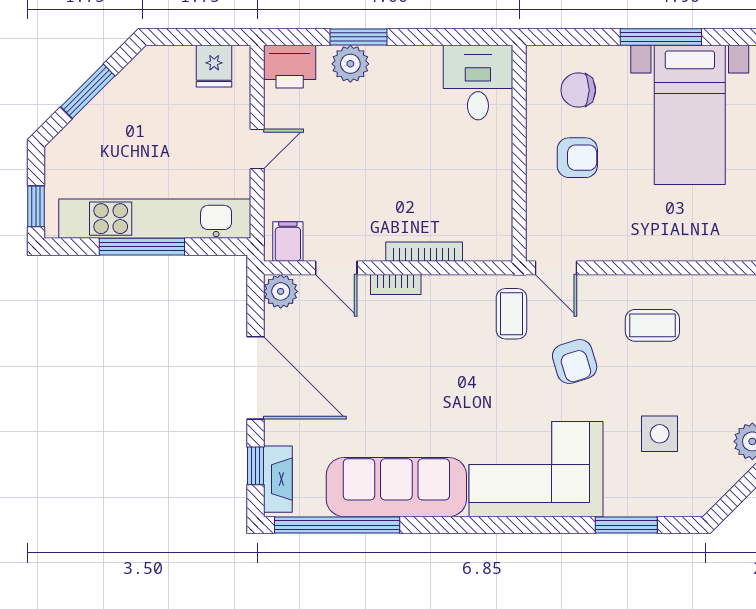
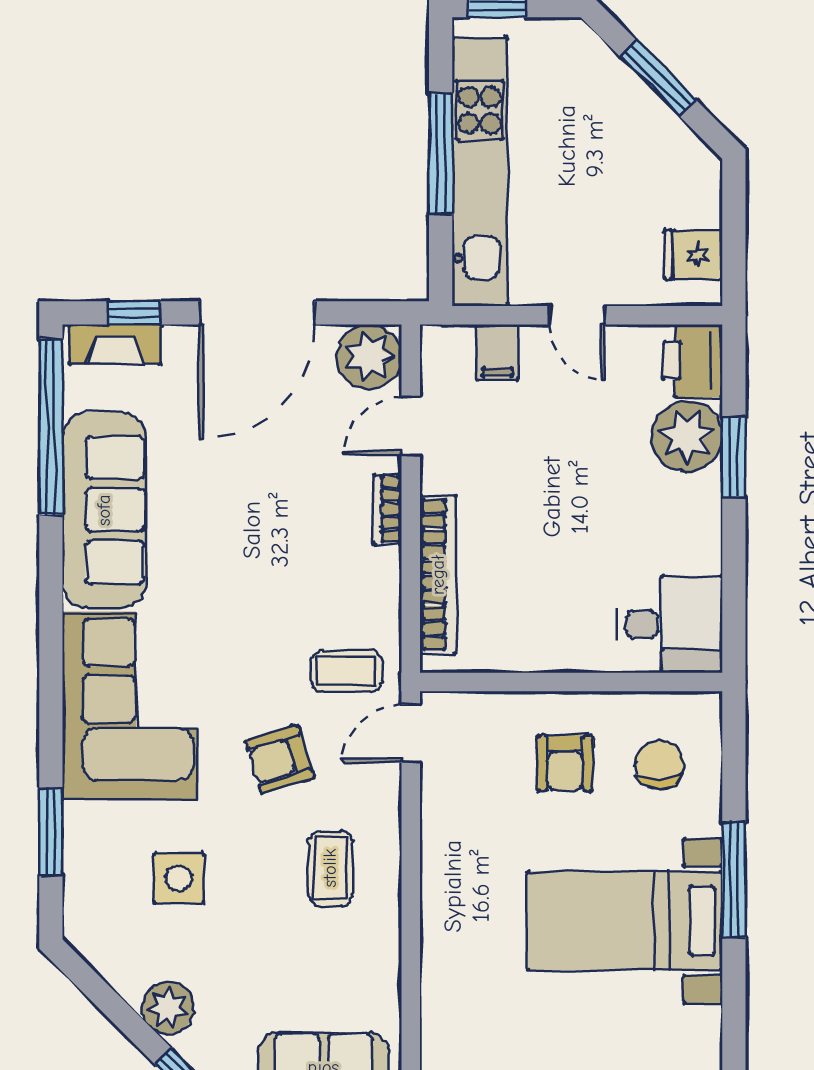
plant: (350, 64) -> (687, 436), width x1.36, depth x1.36
filing cabinet: (288, 241) -> (497, 352), moved, turned 90
bookcase: (424, 252) -> (438, 575), width x1.48, depth x1.31
plant: (281, 291) -> (369, 357), width x1.36, depth x1.36

